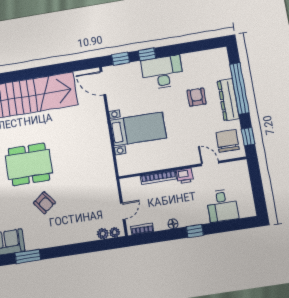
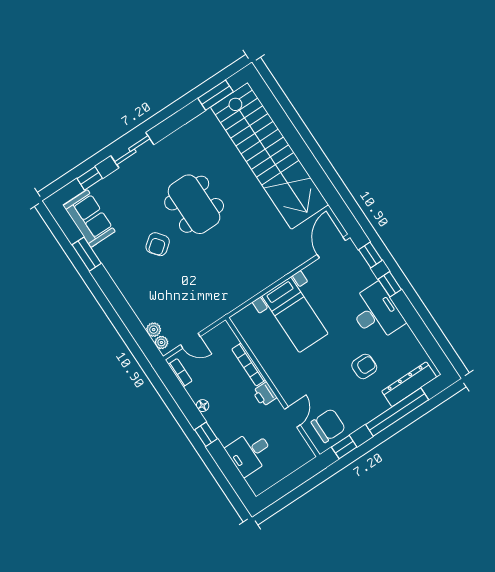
dresser: (228, 100) -> (409, 384), moved

